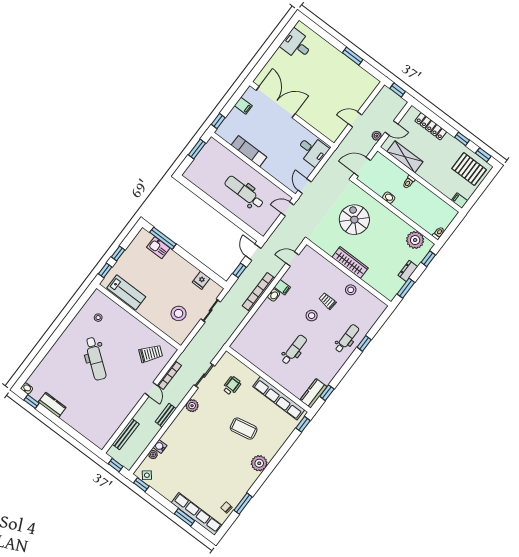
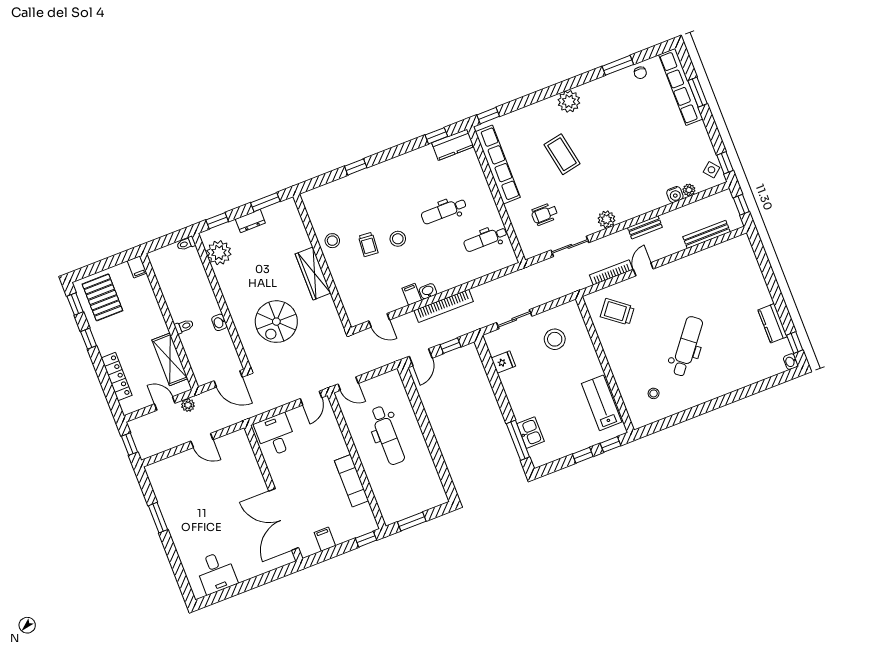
dental chair: (347, 339) -> (485, 239), moved

